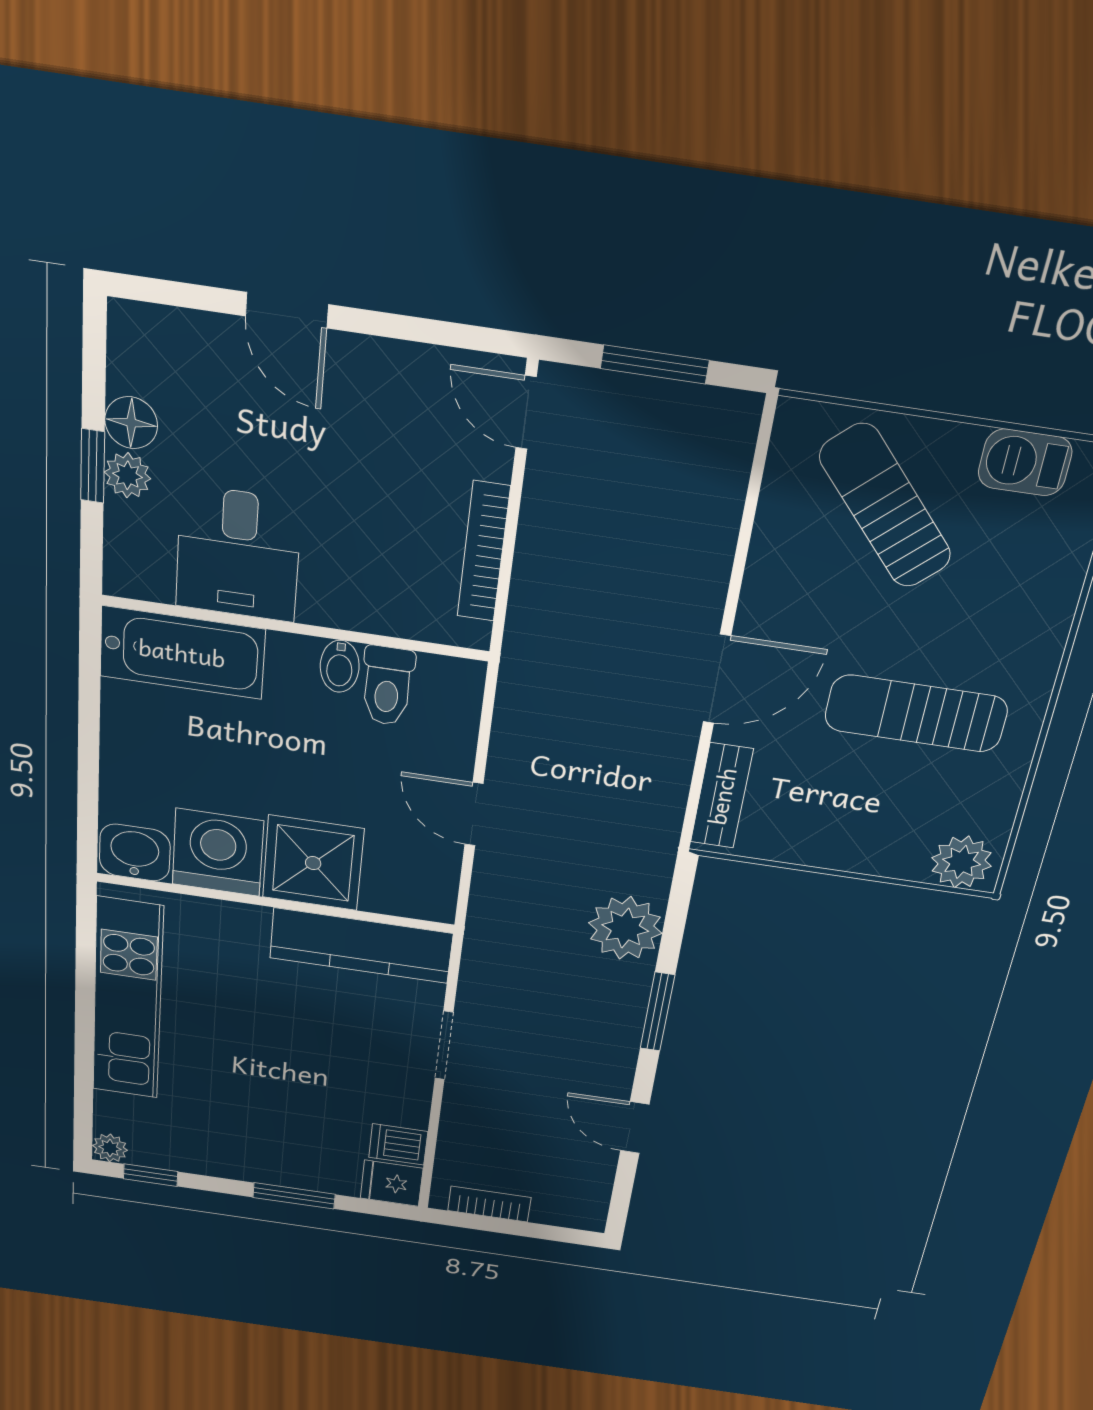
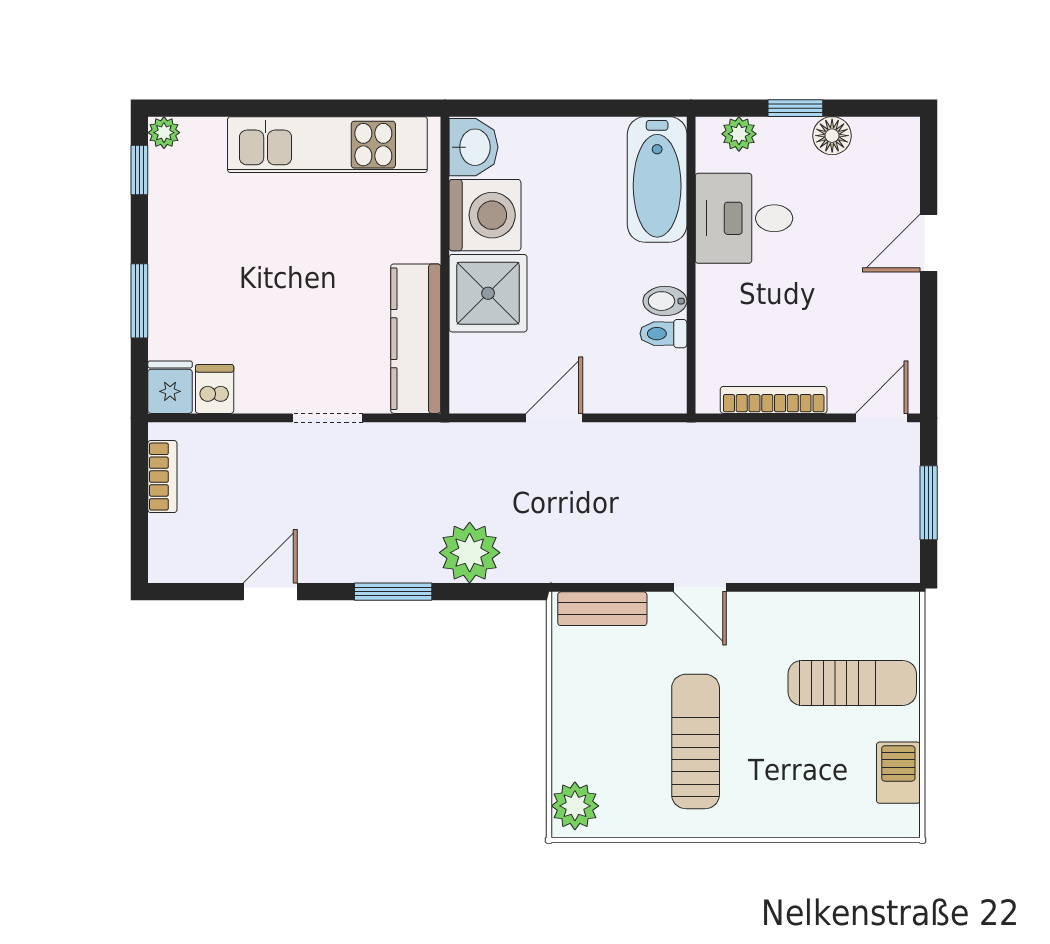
plant: (128, 475) -> (739, 134), moved
sun lounger: (885, 506) -> (852, 683), turned 42
door: (717, 679) -> (700, 587), width x0.73
toilet: (387, 686) -> (663, 334), width x0.73, depth x0.72

